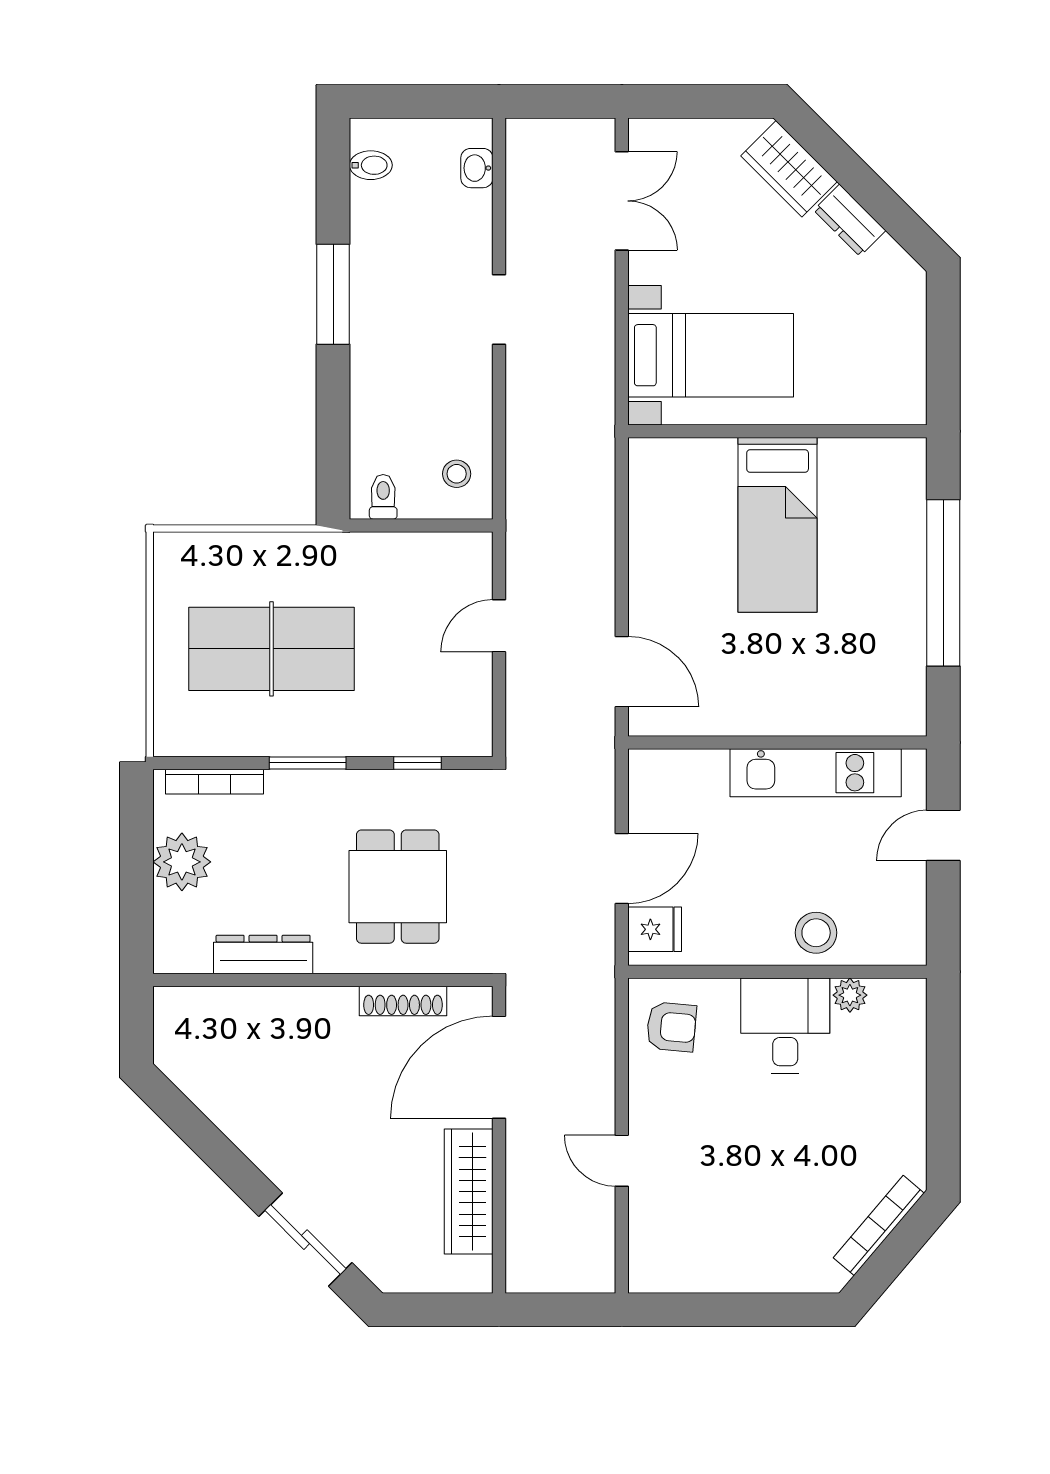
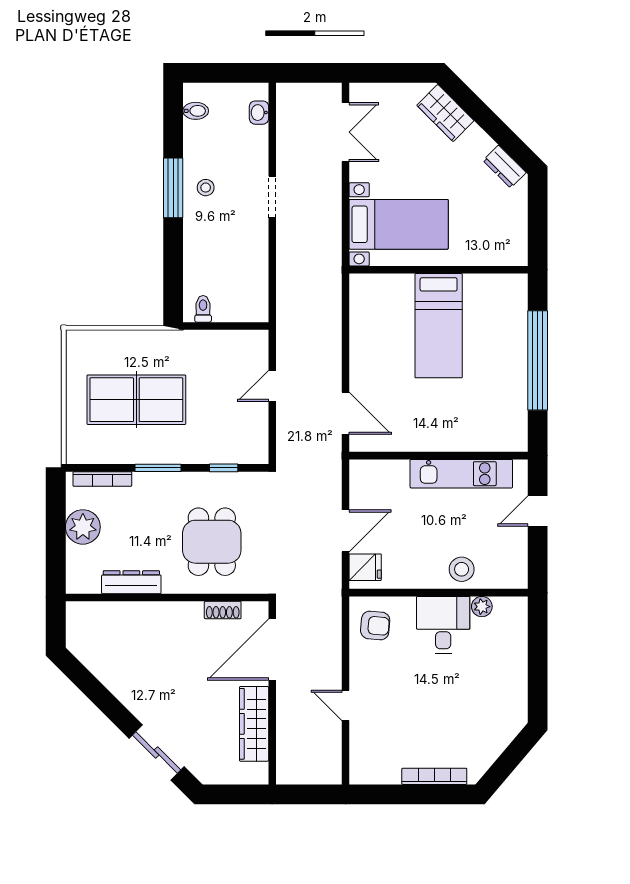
dresser: (850, 220) -> (505, 167), moved
stool: (457, 474) -> (206, 188), moved
shoe rack: (403, 1001) -> (223, 610), width x0.70
bookcase: (879, 1226) -> (434, 776), moved, turned 50

